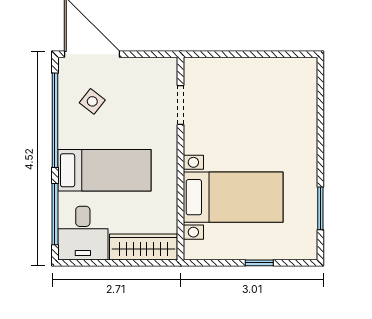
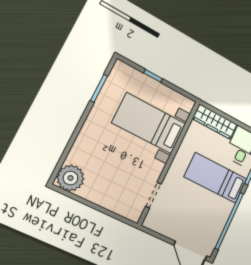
plant: (299, 76) -> (71, 178), added
side table: (92, 101) -> (203, 222), removed

